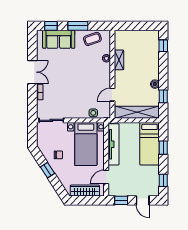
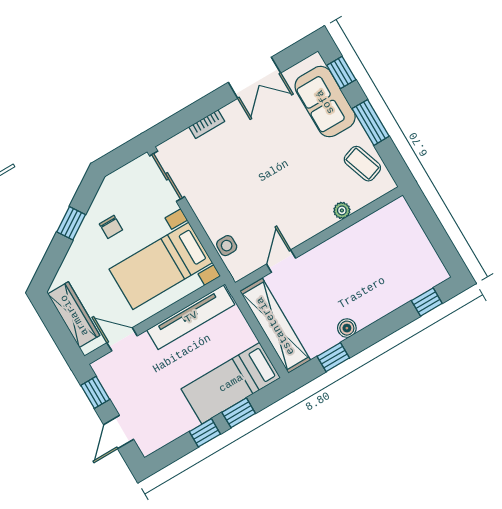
shelving: (119, 60) -> (352, 236), removed
double door: (32, 72) -> (255, 78), moved
door: (112, 95) -> (281, 261), hinge flipped
window: (163, 180) -> (205, 433), moved

